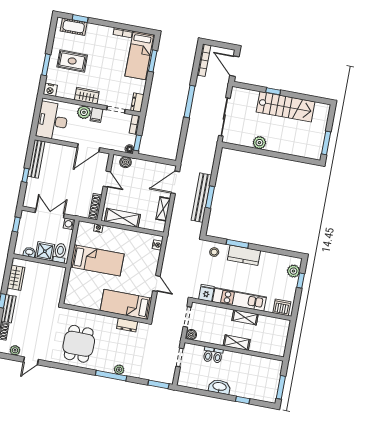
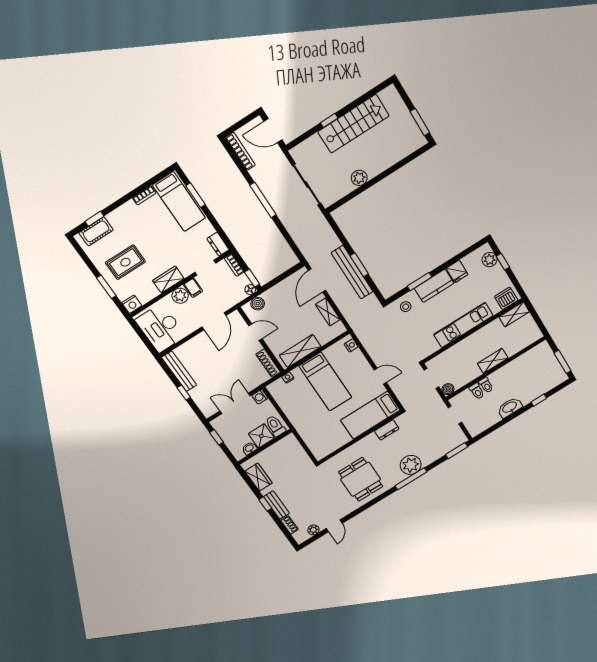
bed: (97, 260) -> (325, 382), moved, turned 90
fridge: (206, 293) -> (457, 271), moved, turned 180
shelving: (245, 317) -> (514, 314), moved
plant: (119, 370) -> (411, 465), width x1.87, depth x1.87

